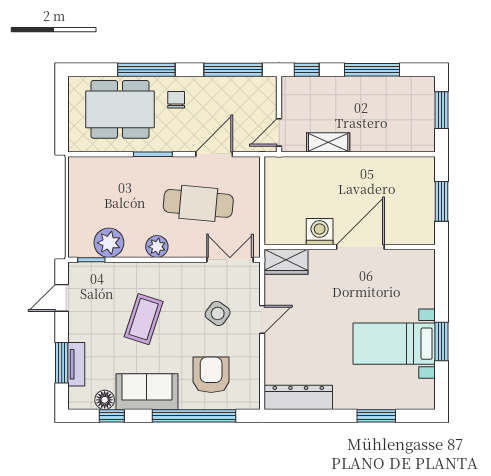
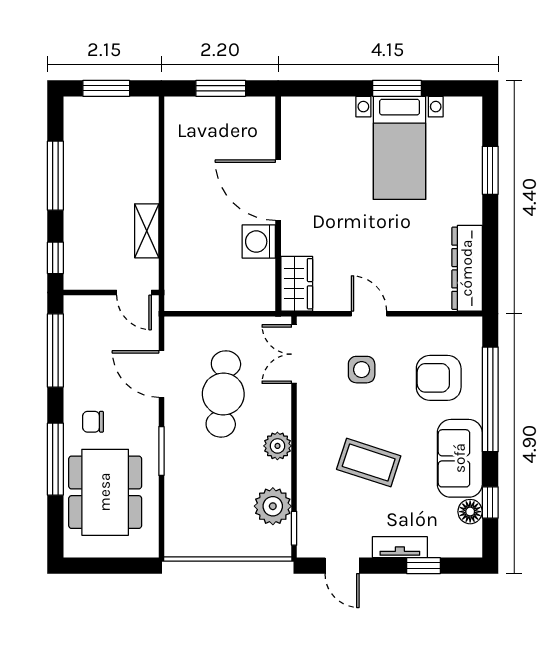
side table: (218, 313) -> (362, 370), turned -36
window: (62, 363) -> (424, 566), width x0.67
tv unit: (76, 364) -> (400, 547), moved

